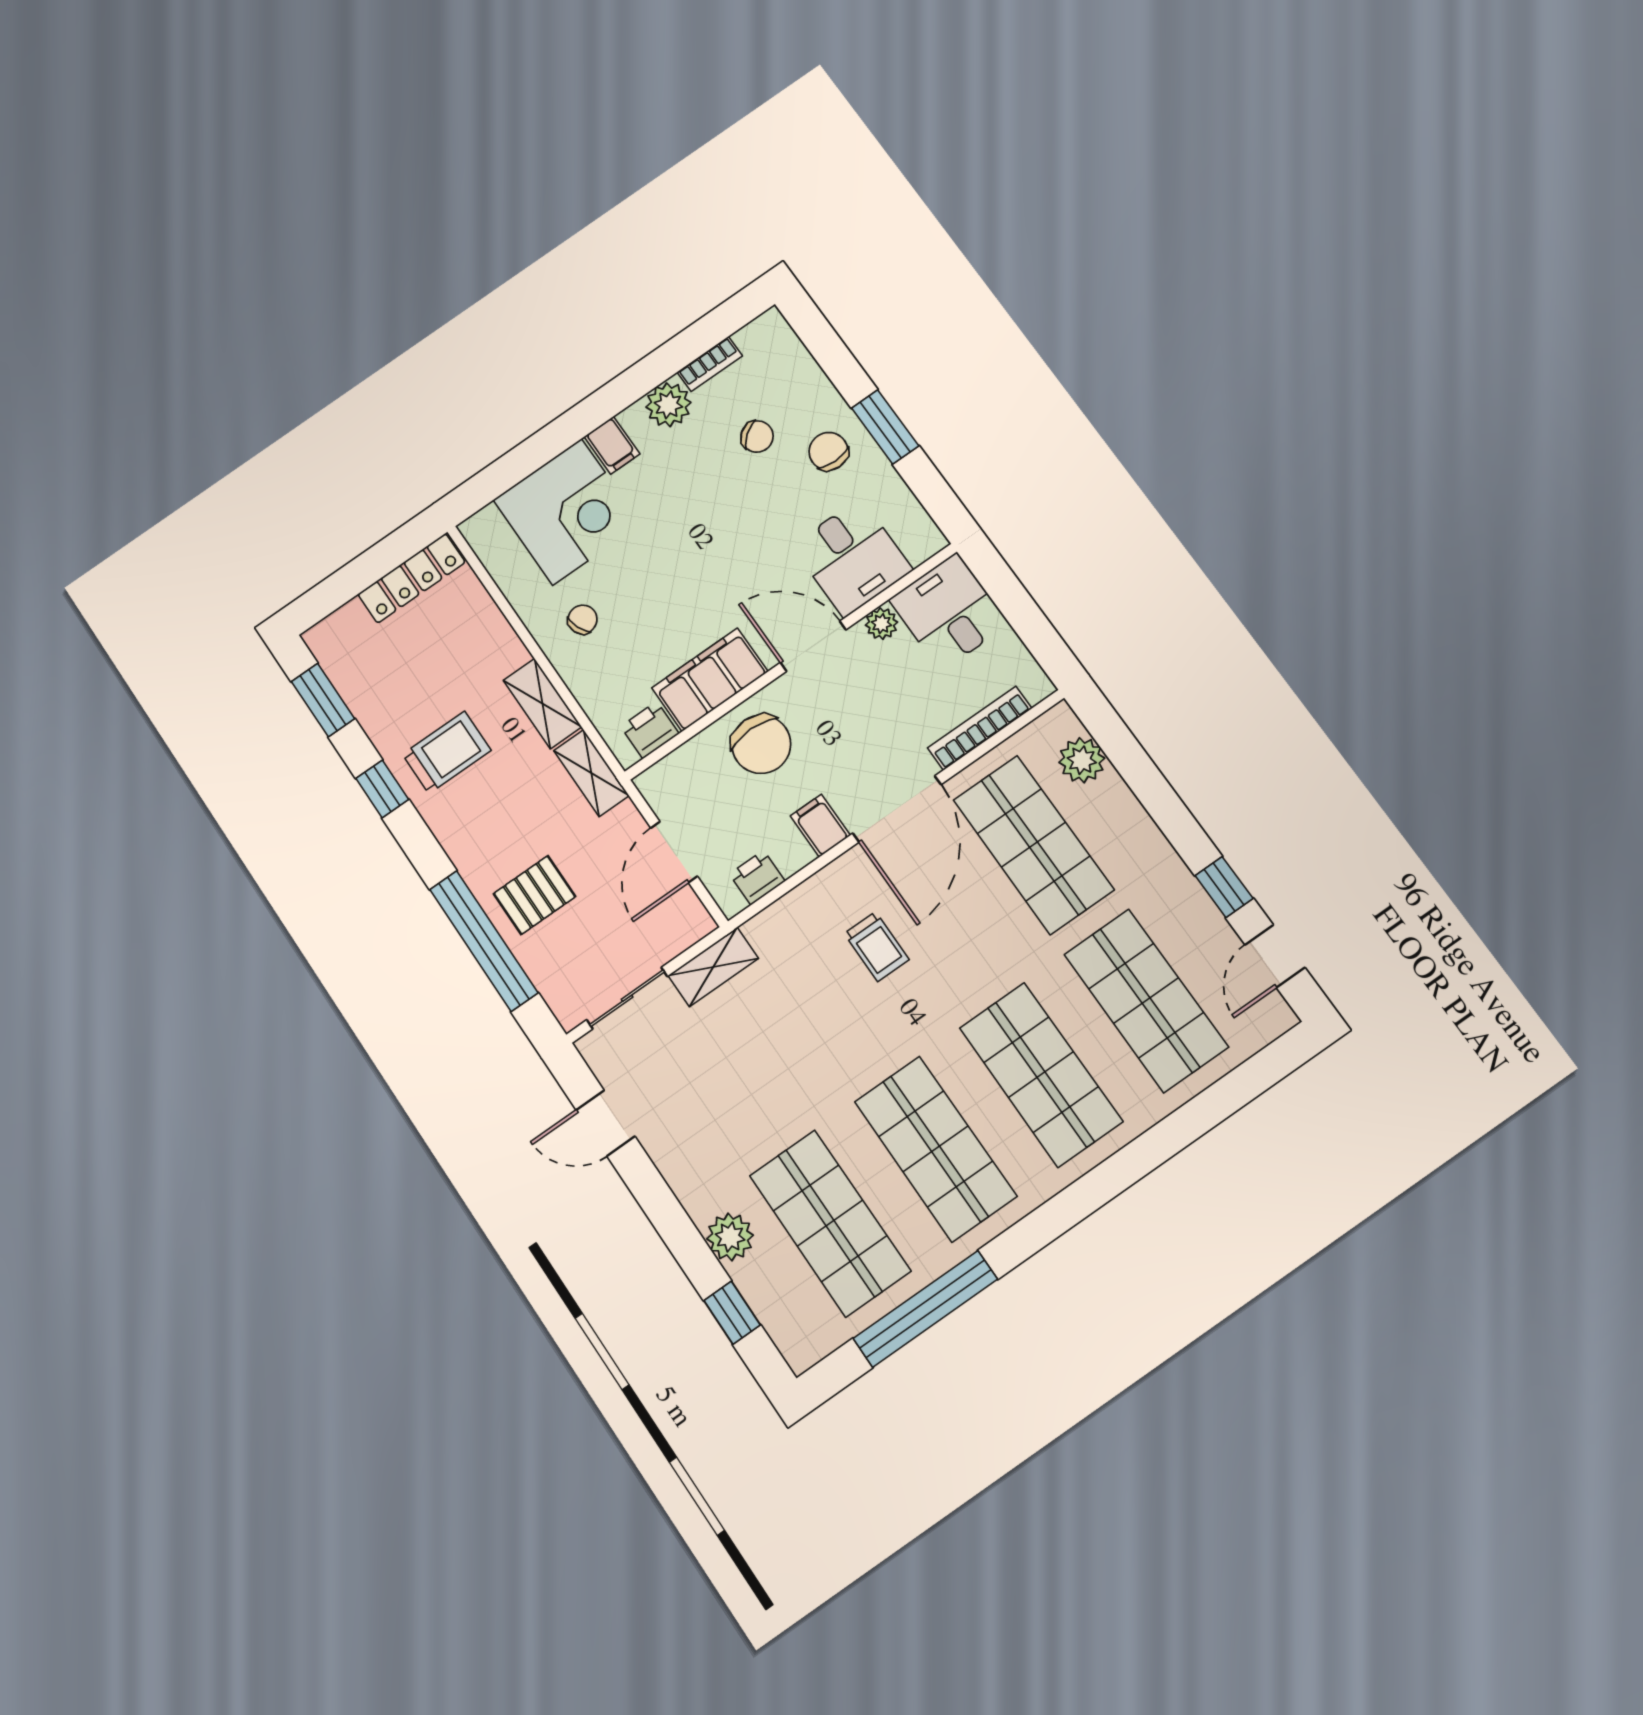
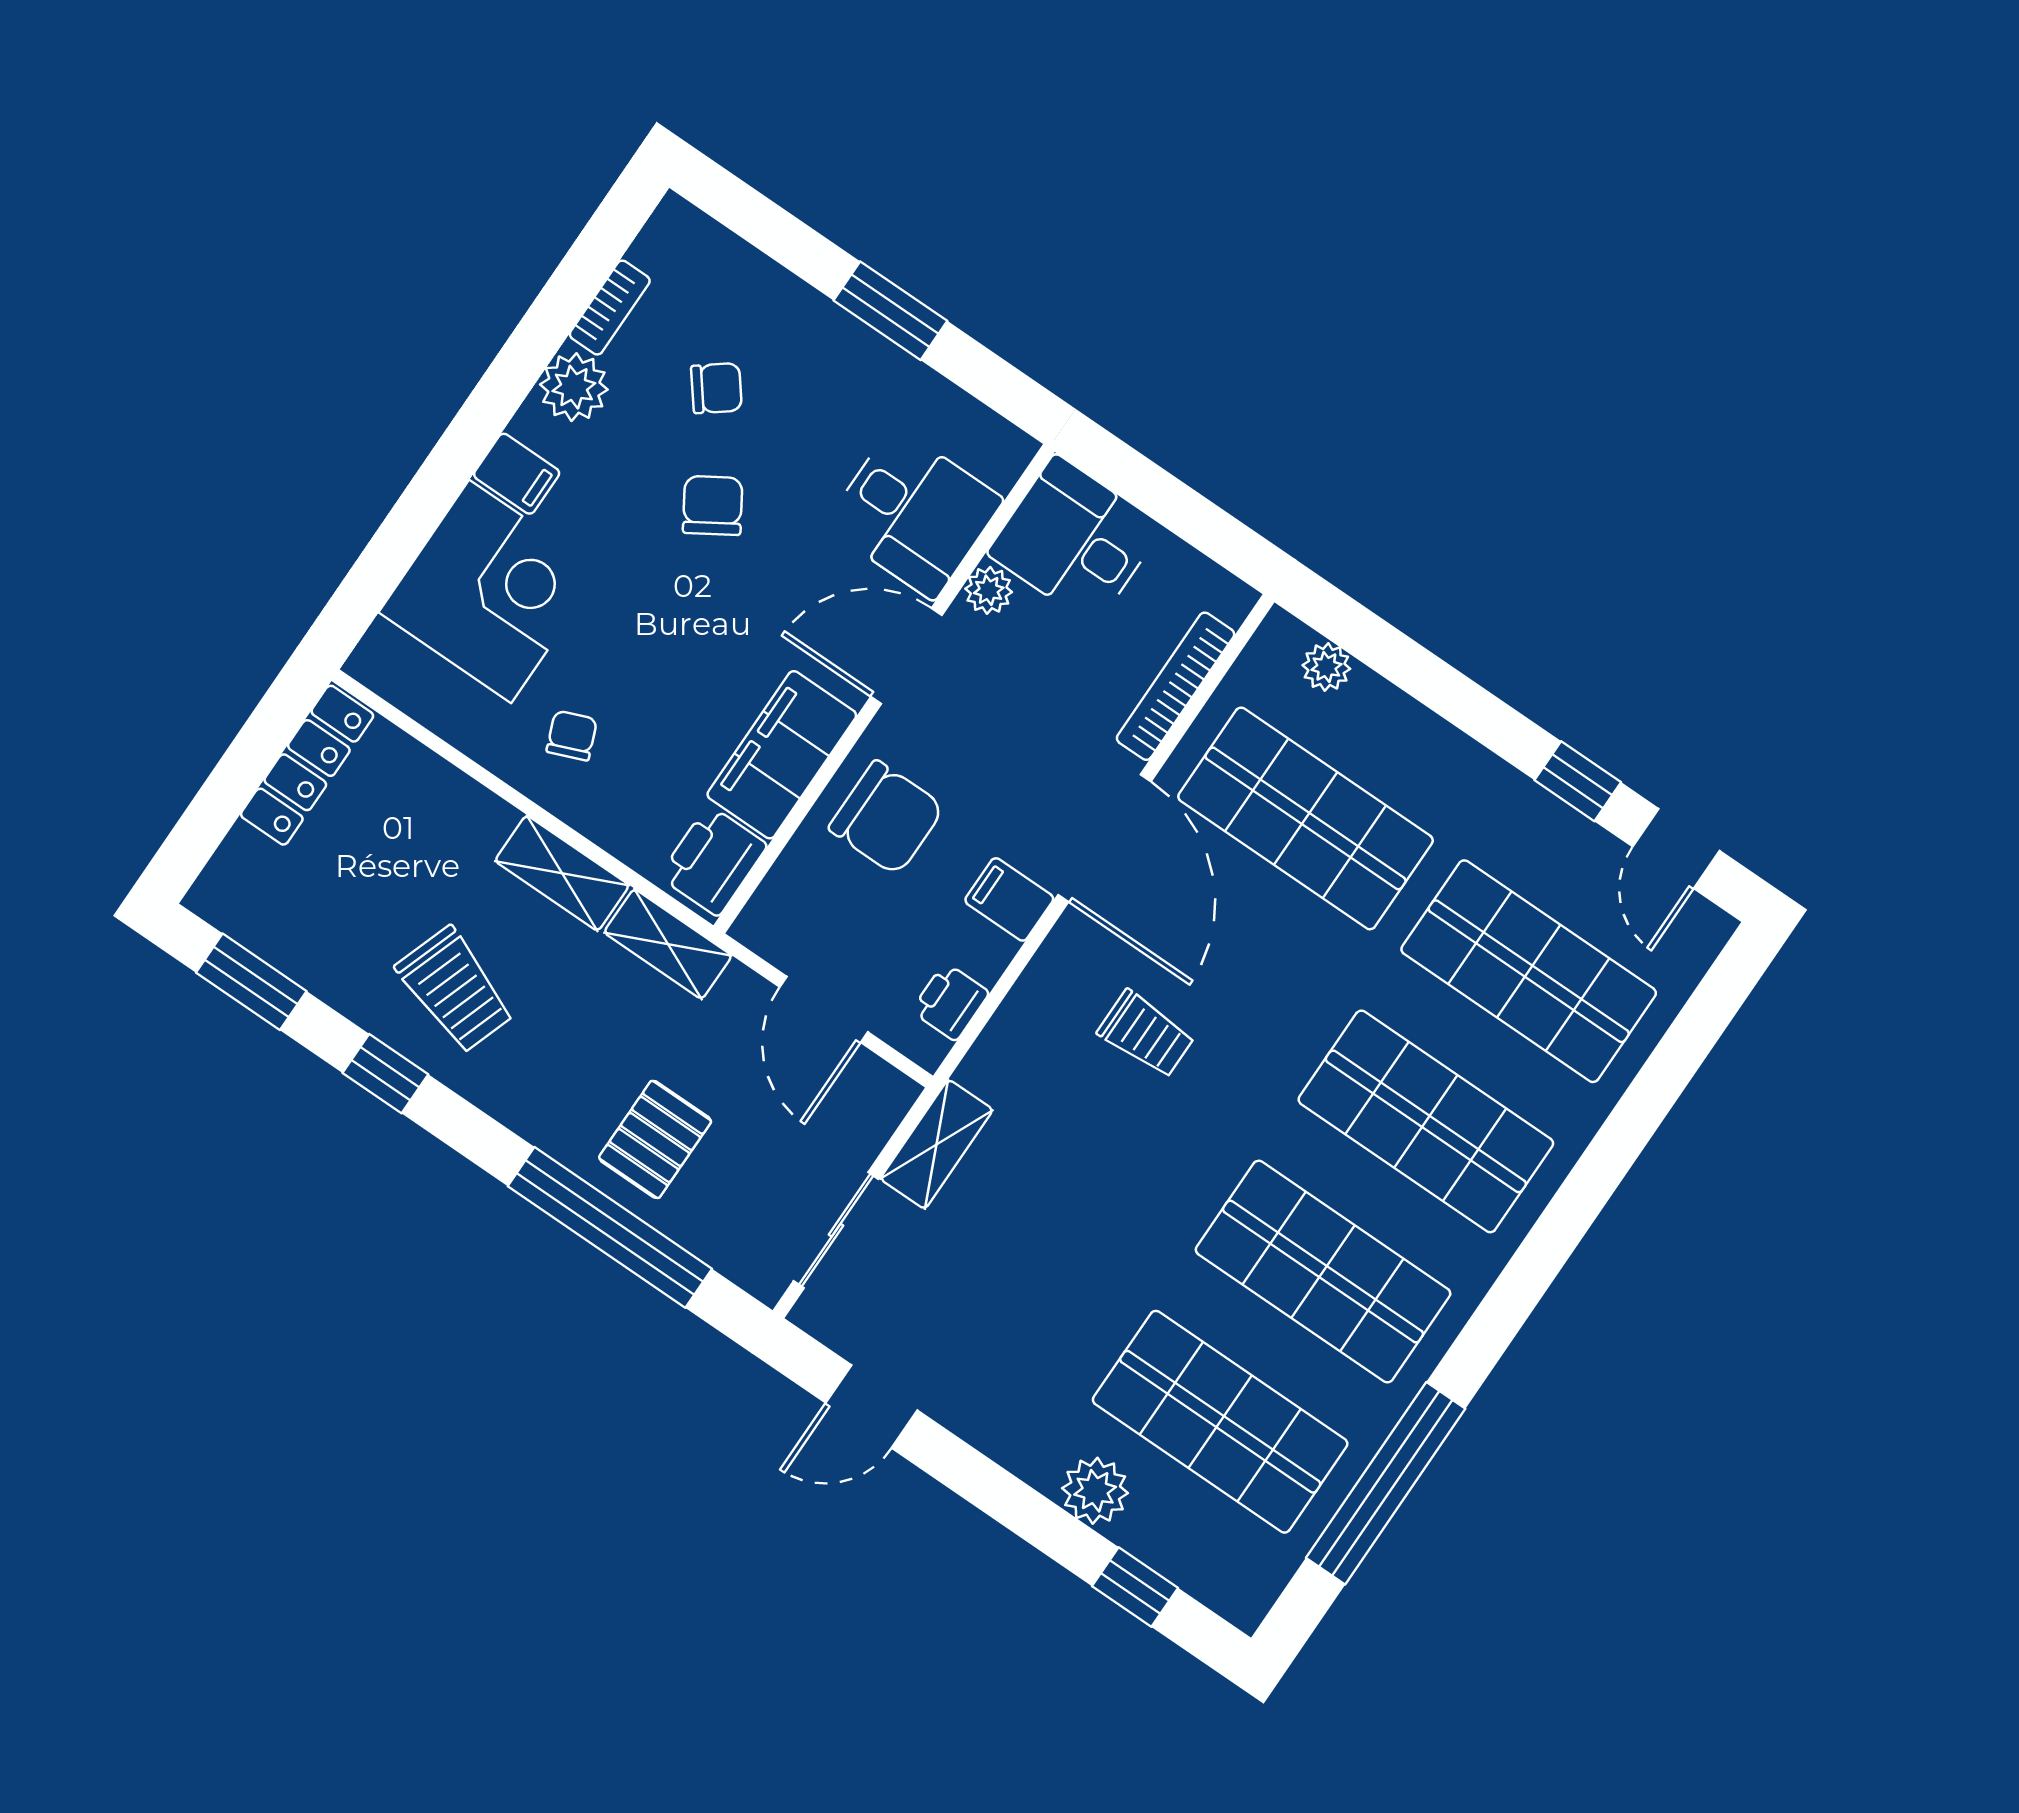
chair: (829, 451) -> (713, 505), moved, turned 58
printer: (650, 730) -> (713, 861), width x1.36, depth x1.24
trolley: (447, 752) -> (455, 990), turned 109
plant: (1082, 760) -> (1326, 667), width x0.73, depth x0.73

